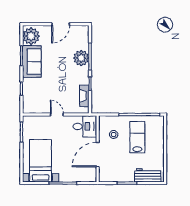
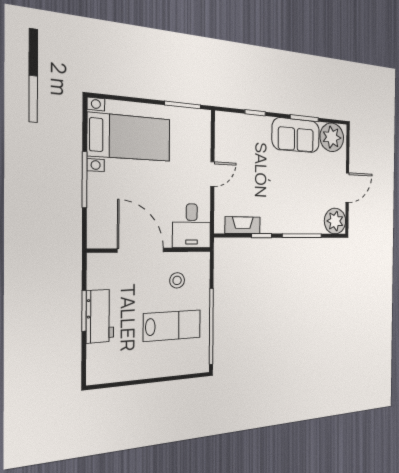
door: (61, 24) -> (347, 188), swing flipped
plant: (81, 58) -> (335, 221), moved
workbench: (148, 175) -> (100, 316), moved

